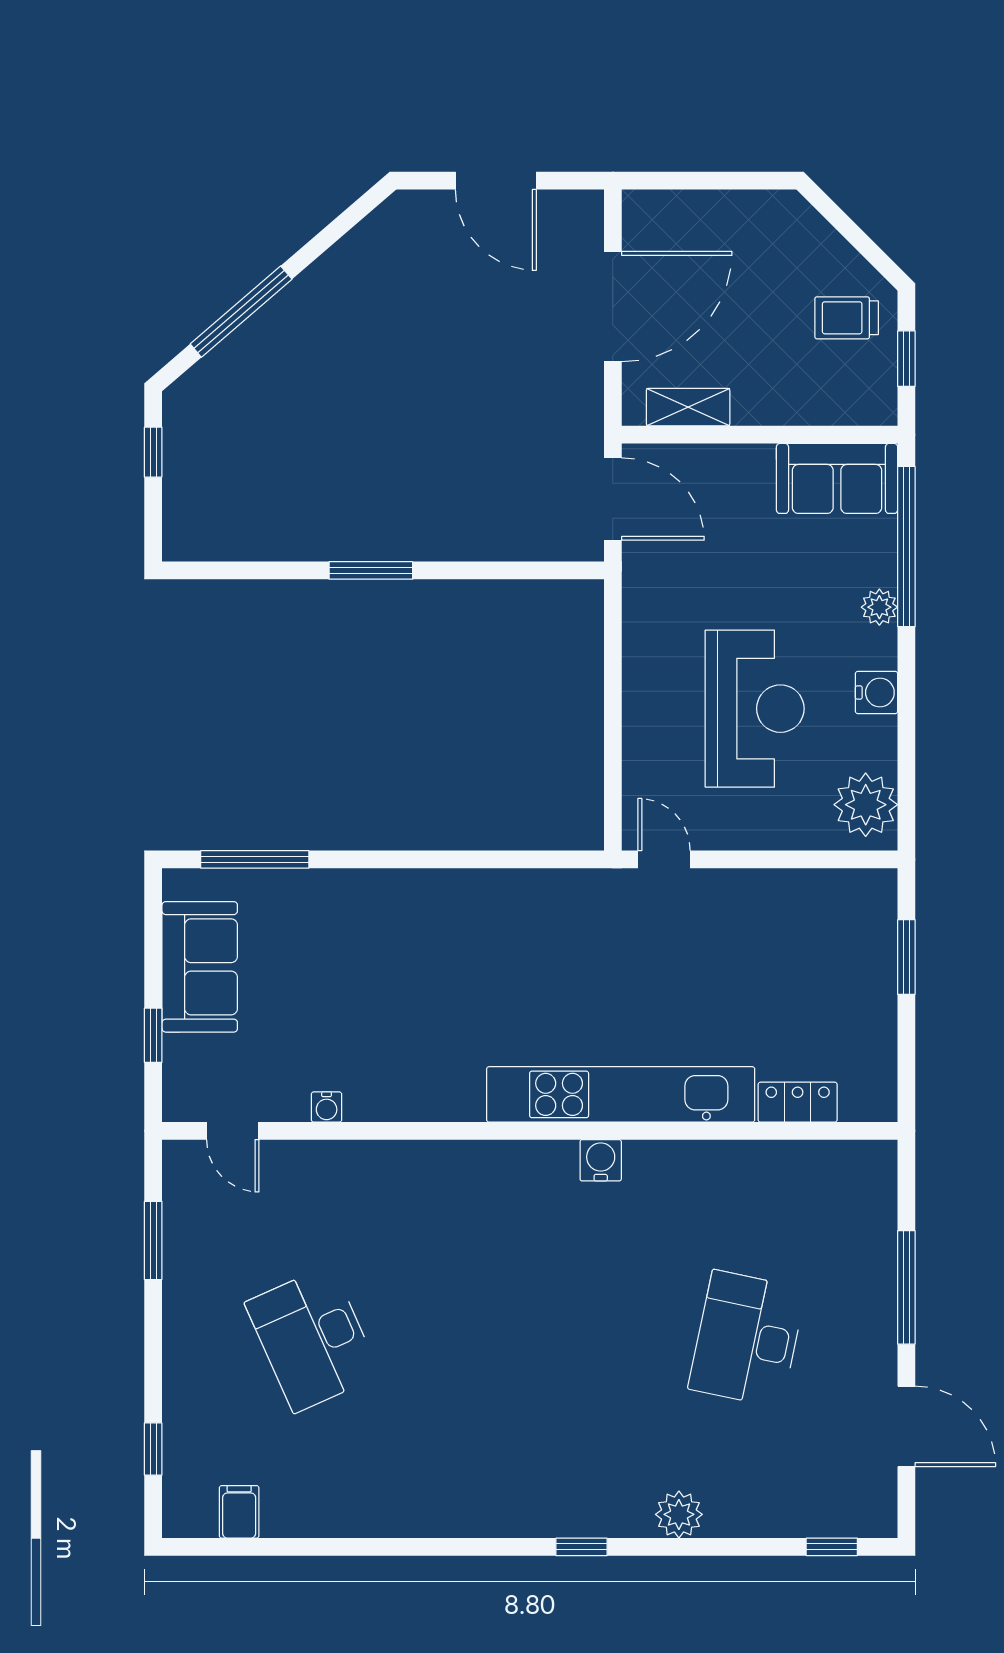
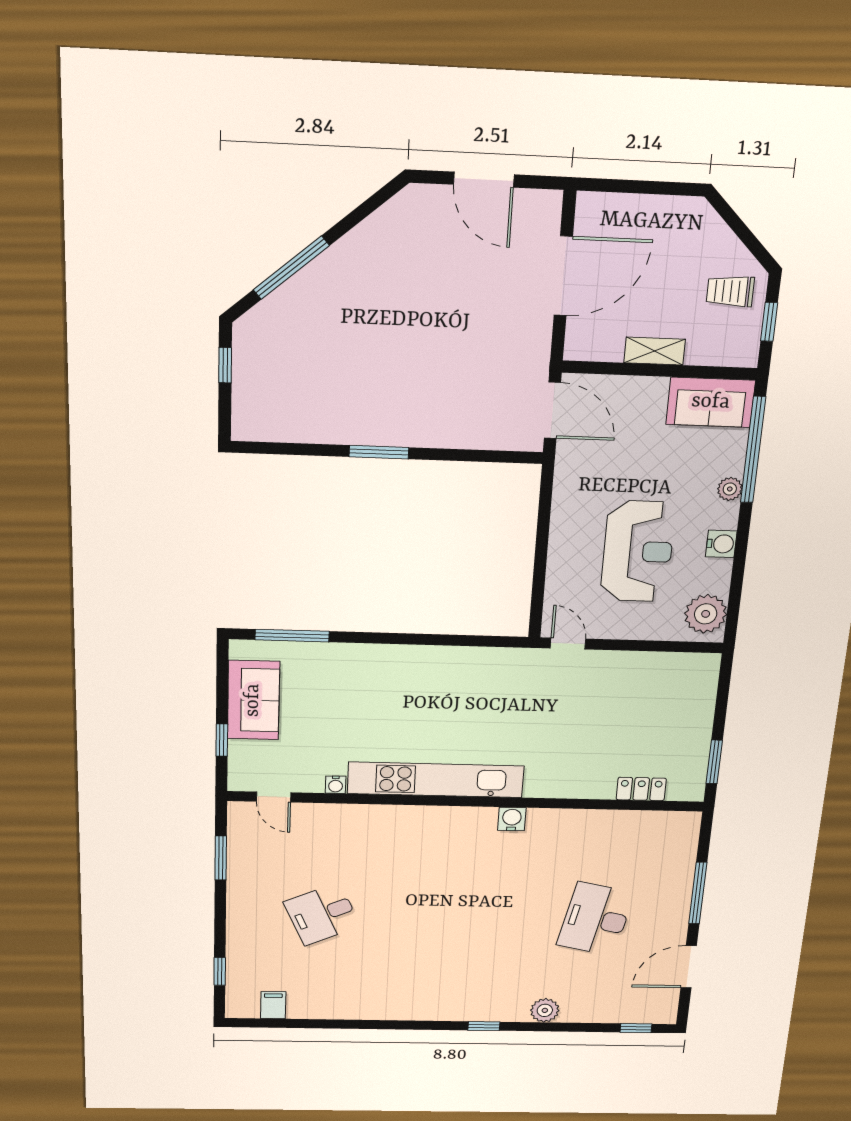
shelving: (688, 407) -> (655, 351), moved
window: (906, 957) -> (714, 762), moved
kitchen unit: (621, 1094) -> (436, 780), moved
desk: (313, 1339) -> (322, 914), width x0.73
door: (906, 1426) -> (689, 967), swing flipped

